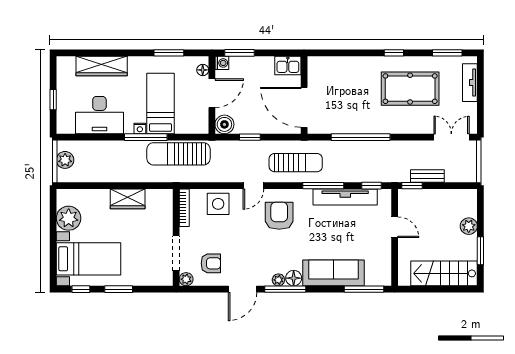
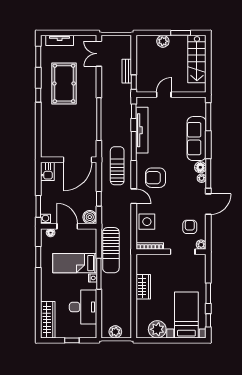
wardrobe: (102, 66) -> (48, 320), moved
door: (242, 289) -> (208, 204), hinge flipped

